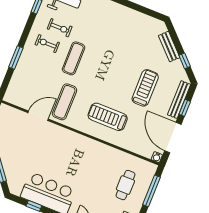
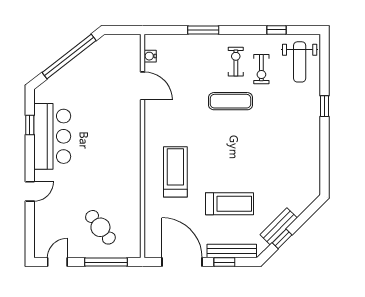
bench: (169, 47) -> (279, 226), moved
exercise mat: (65, 102) -> (173, 111), removed
door: (173, 138) -> (182, 262), hinge flipped
water cooler: (157, 157) -> (150, 56), moved
cafe table: (125, 185) -> (100, 227), turned 52

